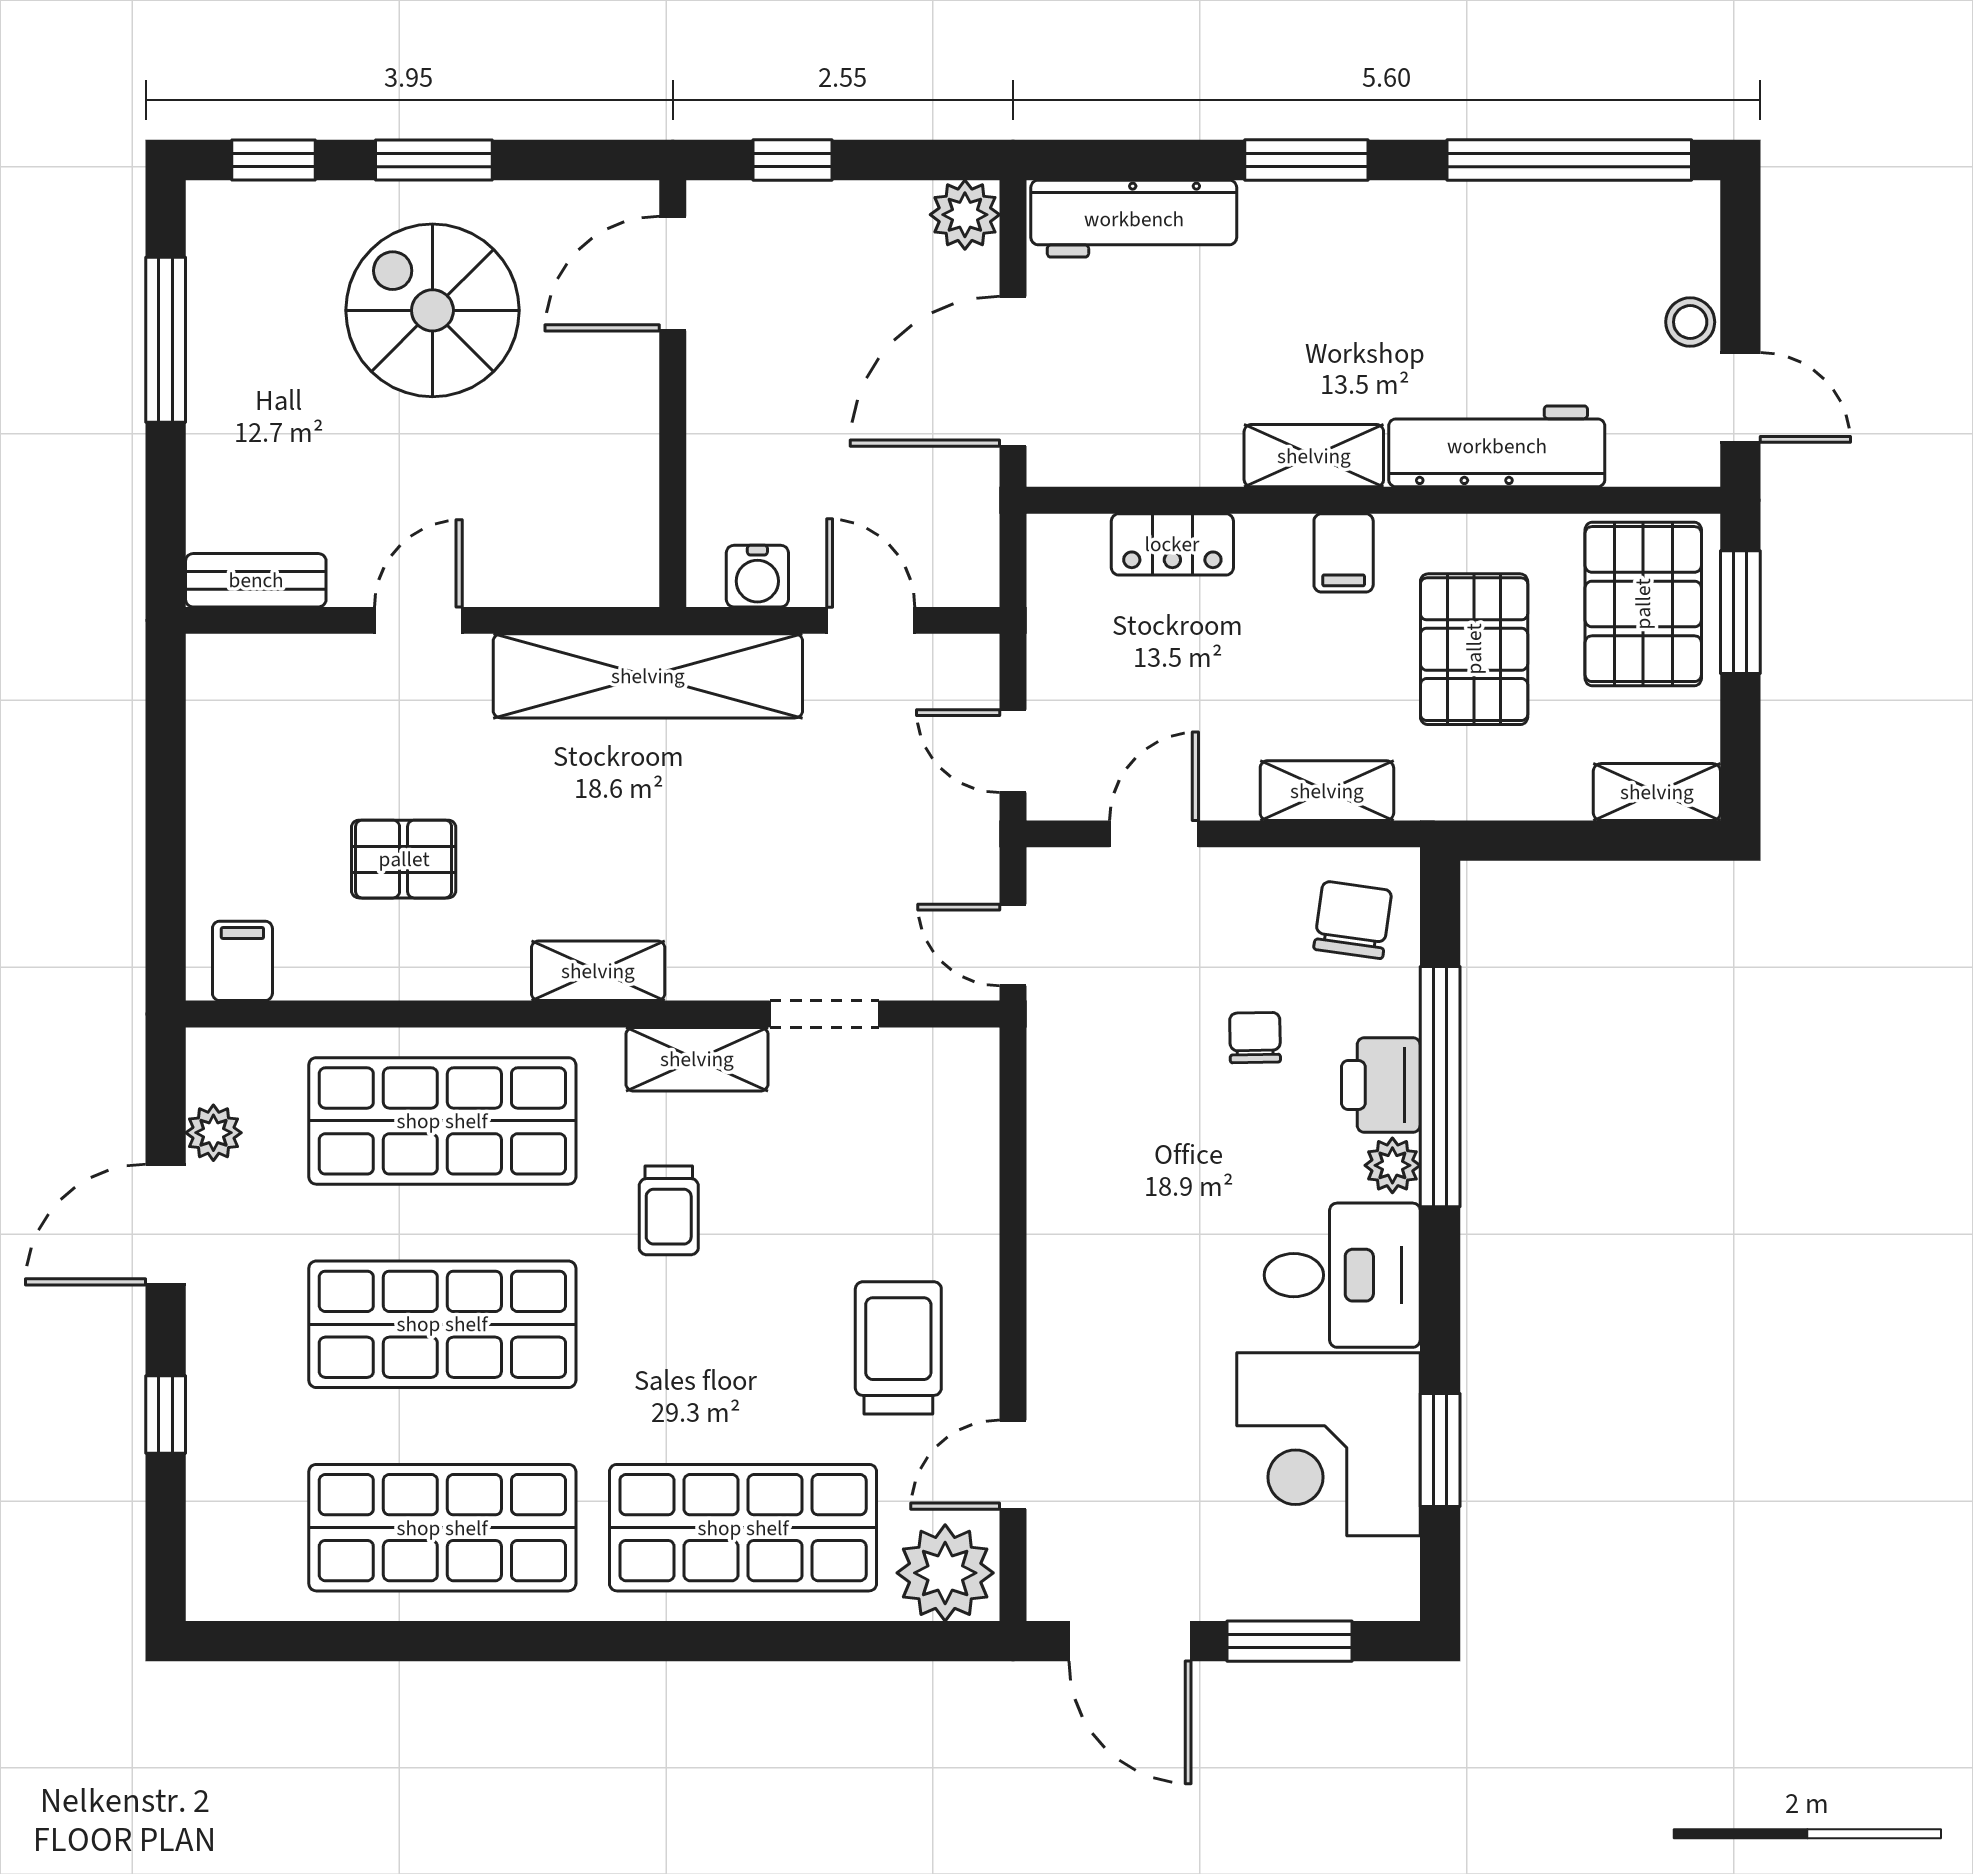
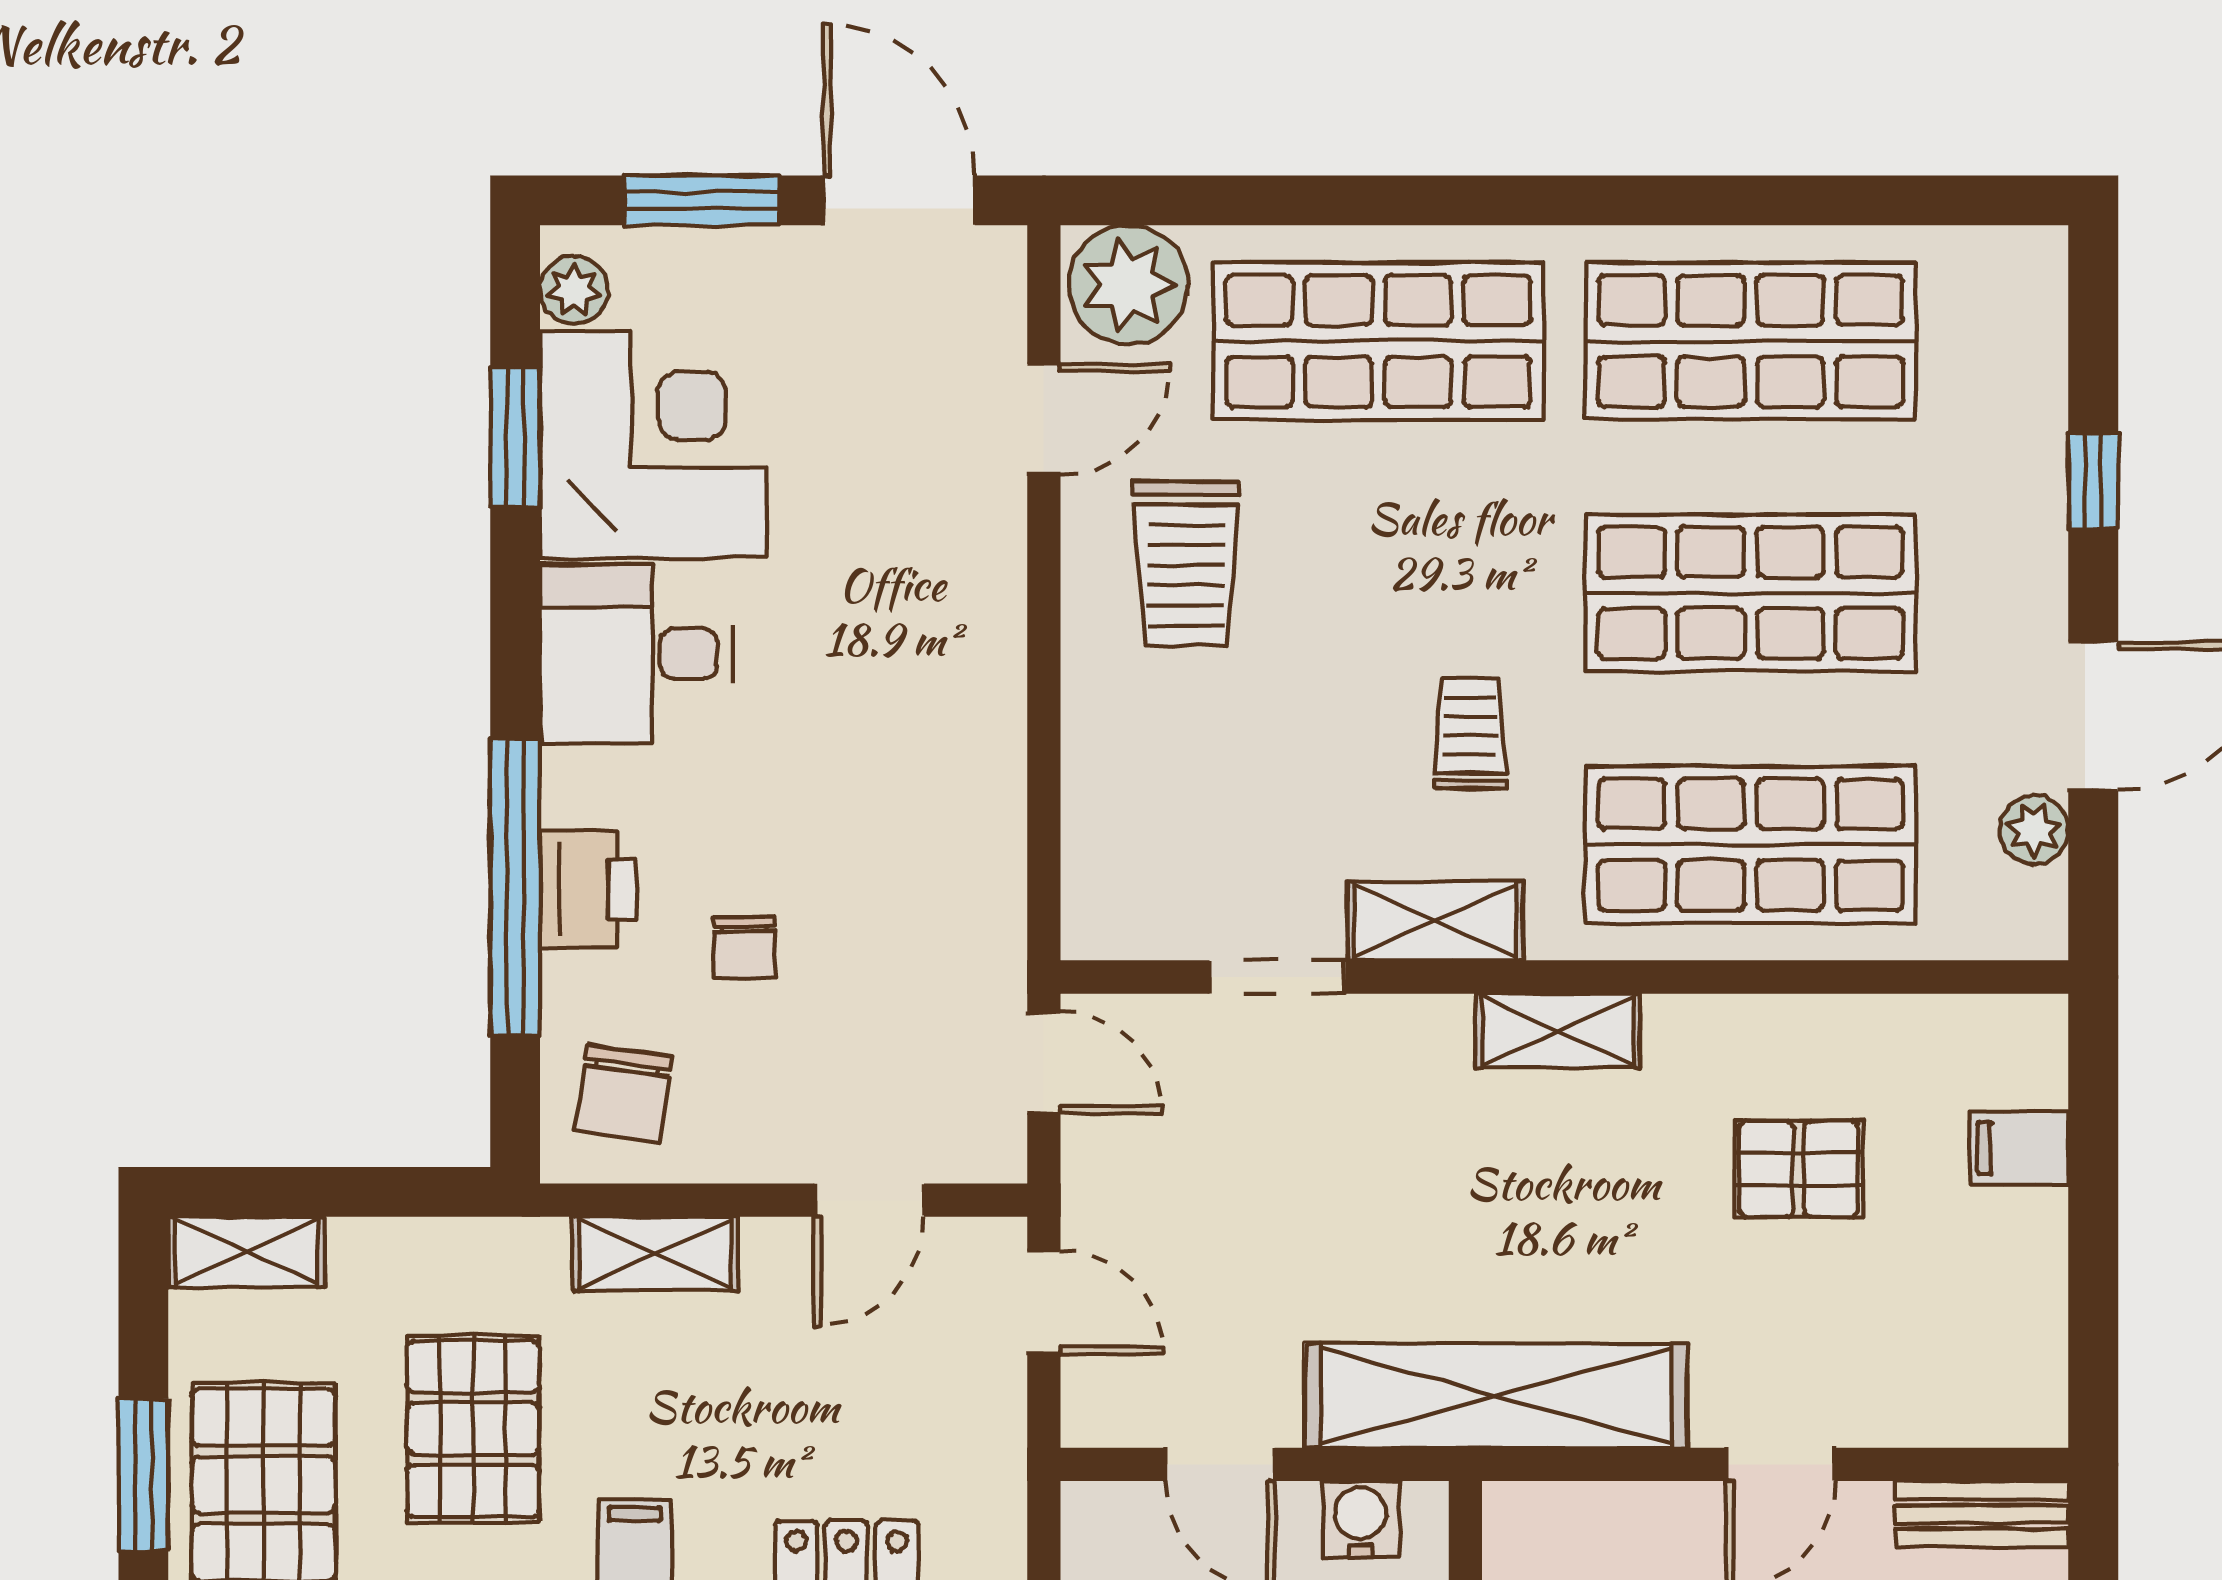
filing cabinet: (242, 961) -> (2019, 1148), moved, turned 90
plant: (1392, 1165) -> (574, 290), moved

